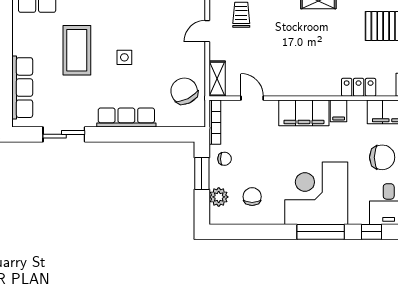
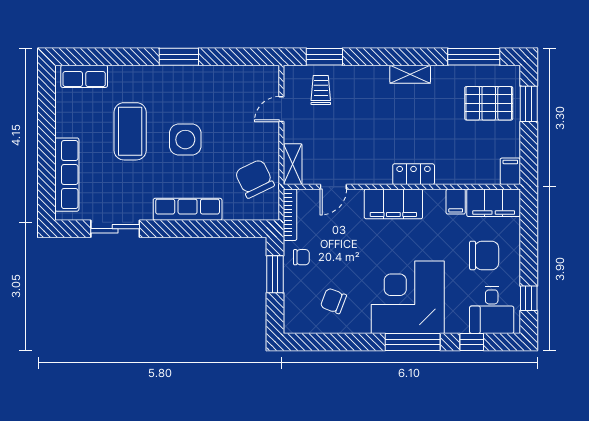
side table: (124, 57) -> (185, 140), width x1.87, depth x1.87
locker: (359, 87) -> (414, 174), moved
door: (252, 98) -> (333, 187), swing flipped
filing cabinet: (339, 111) -> (456, 202), moved
plant: (219, 197) -> (295, 301), removed
chair: (252, 197) -> (333, 301), turned -69

